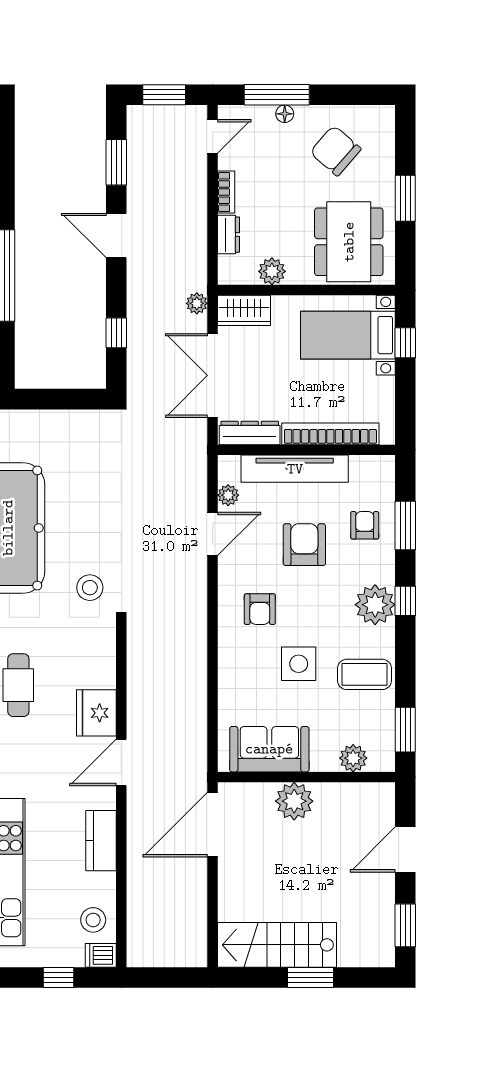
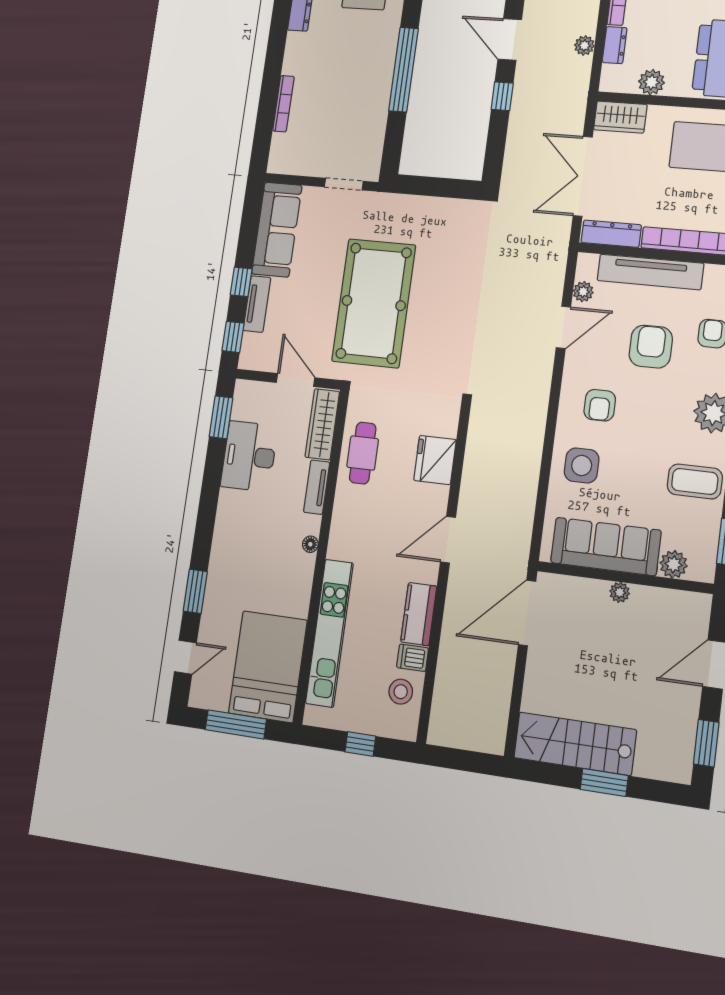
plant: (197, 303) -> (584, 45), moved
window: (116, 333) -> (502, 96), moved
stool: (90, 588) -> (441, 367), removed
side table: (299, 664) -> (582, 465), moved
fridge: (96, 713) -> (435, 460), moved
sofa: (269, 749) -> (606, 547), width x1.36
plant: (294, 801) -> (620, 592), width x0.53, depth x0.53
dishwasher: (101, 955) -> (413, 658), moved

